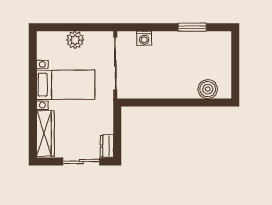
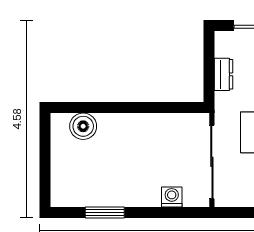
dresser: (107, 146) -> (224, 74), moved

